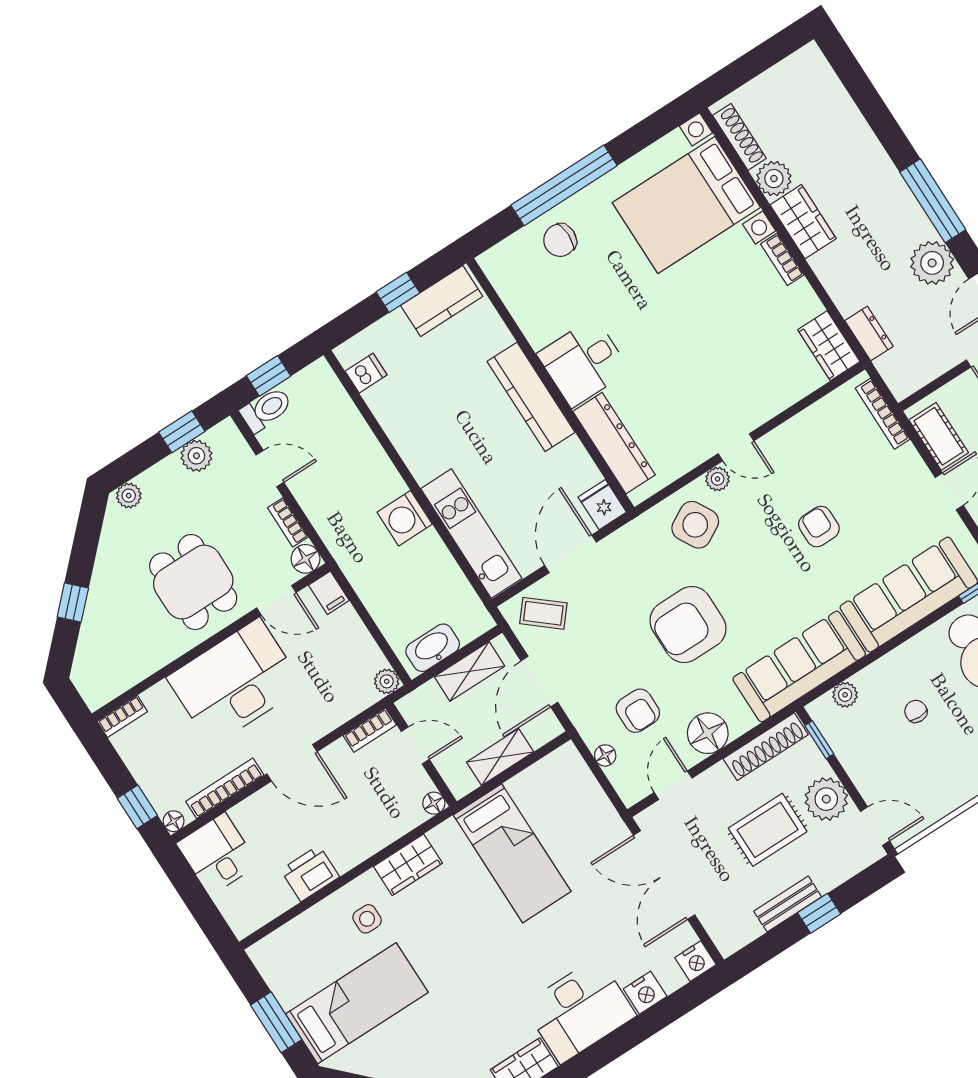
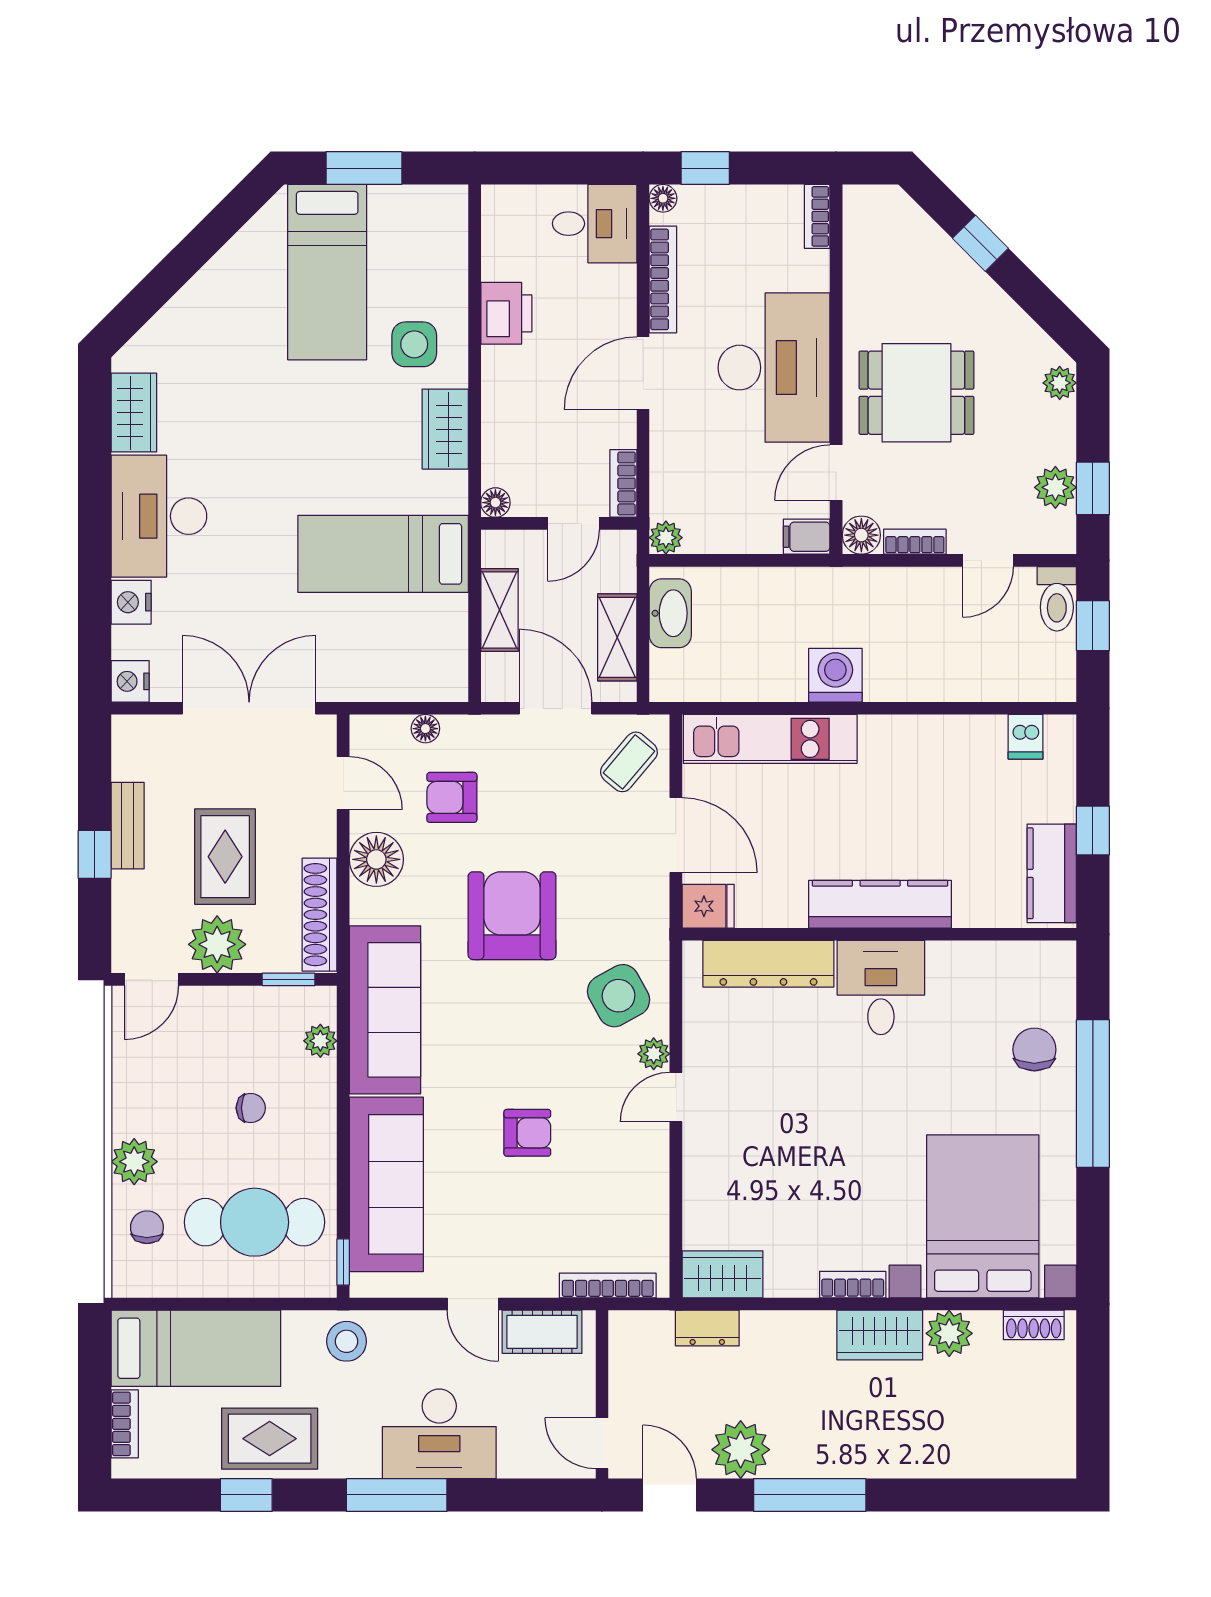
shoe rack: (739, 137) -> (1034, 1325), width x0.70
side table: (367, 919) -> (414, 344), width x1.37, depth x1.37

